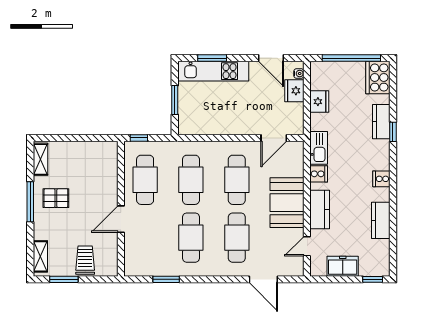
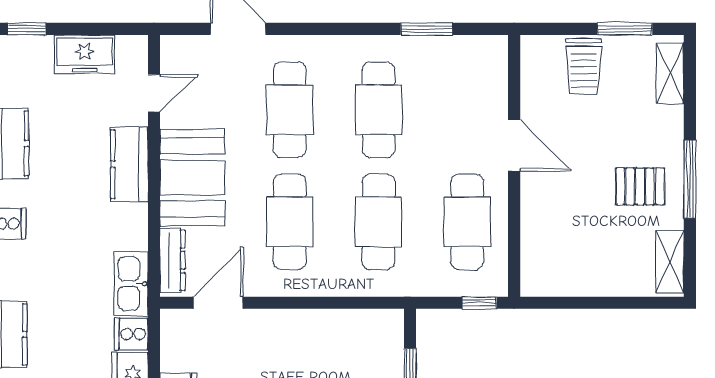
dresser: (297, 160) -> (172, 260), added
cooker: (319, 174) -> (131, 334), moved
door: (121, 219) -> (514, 146), hinge flipped

